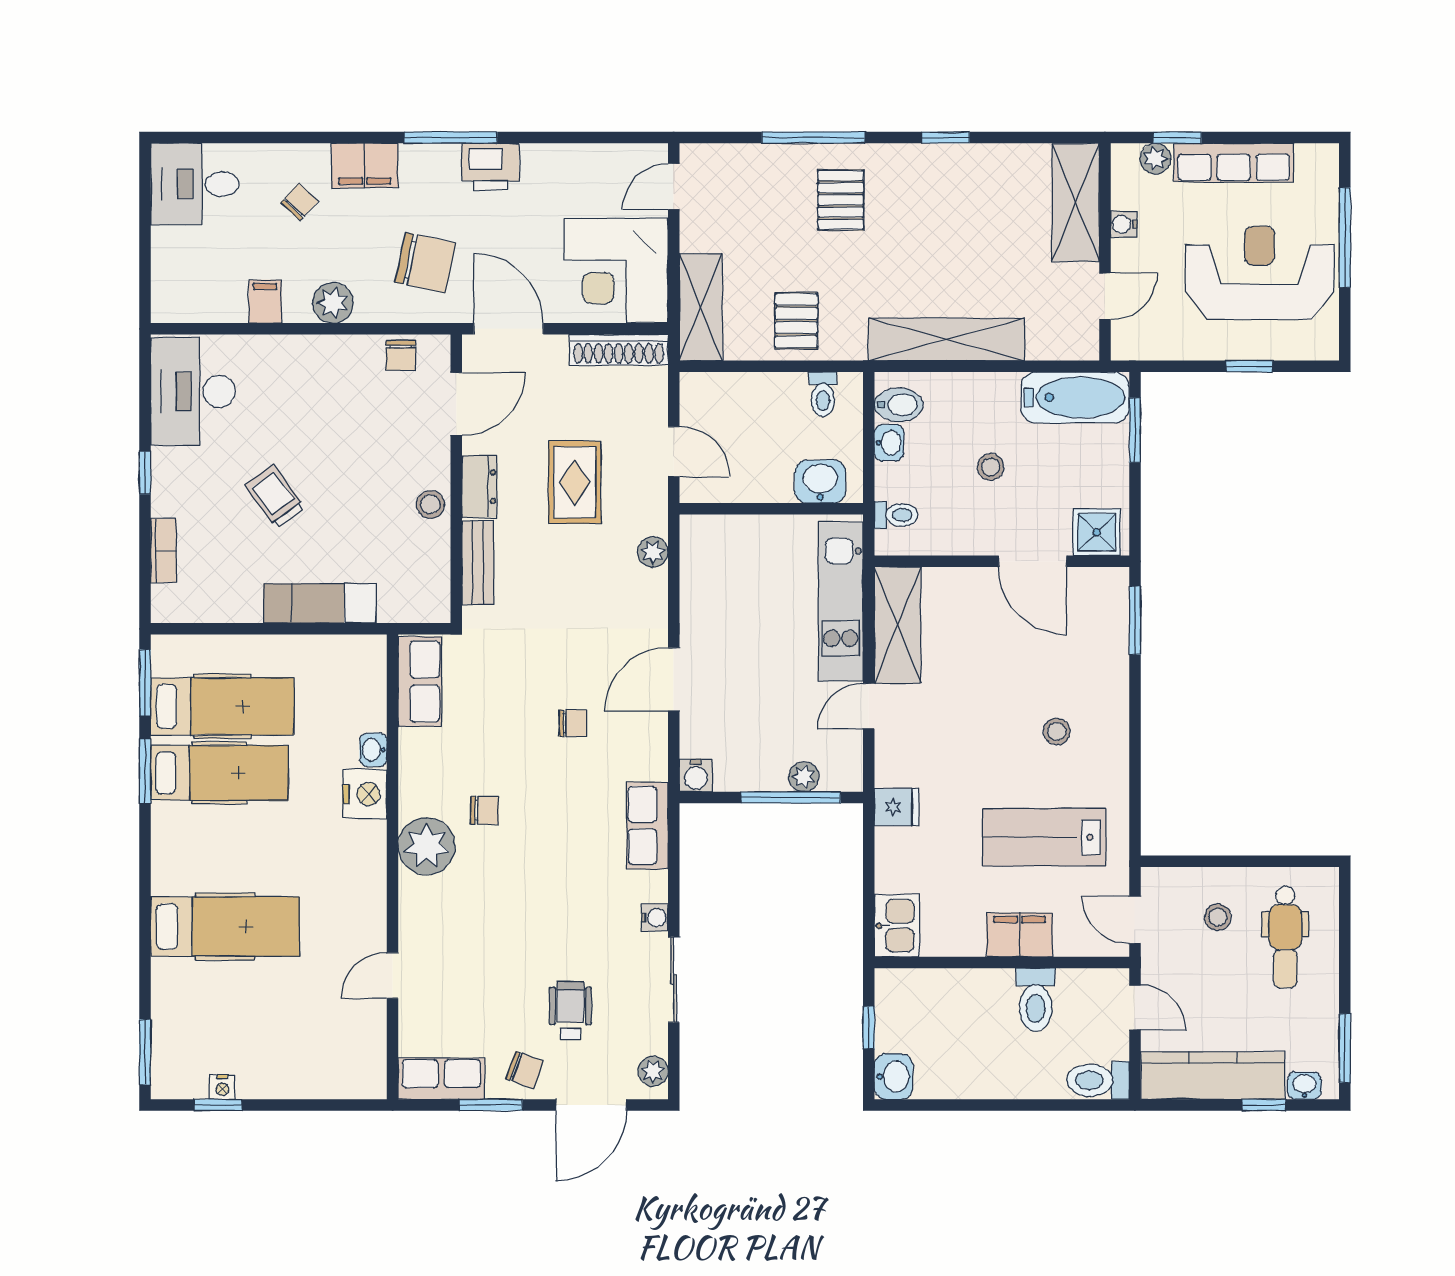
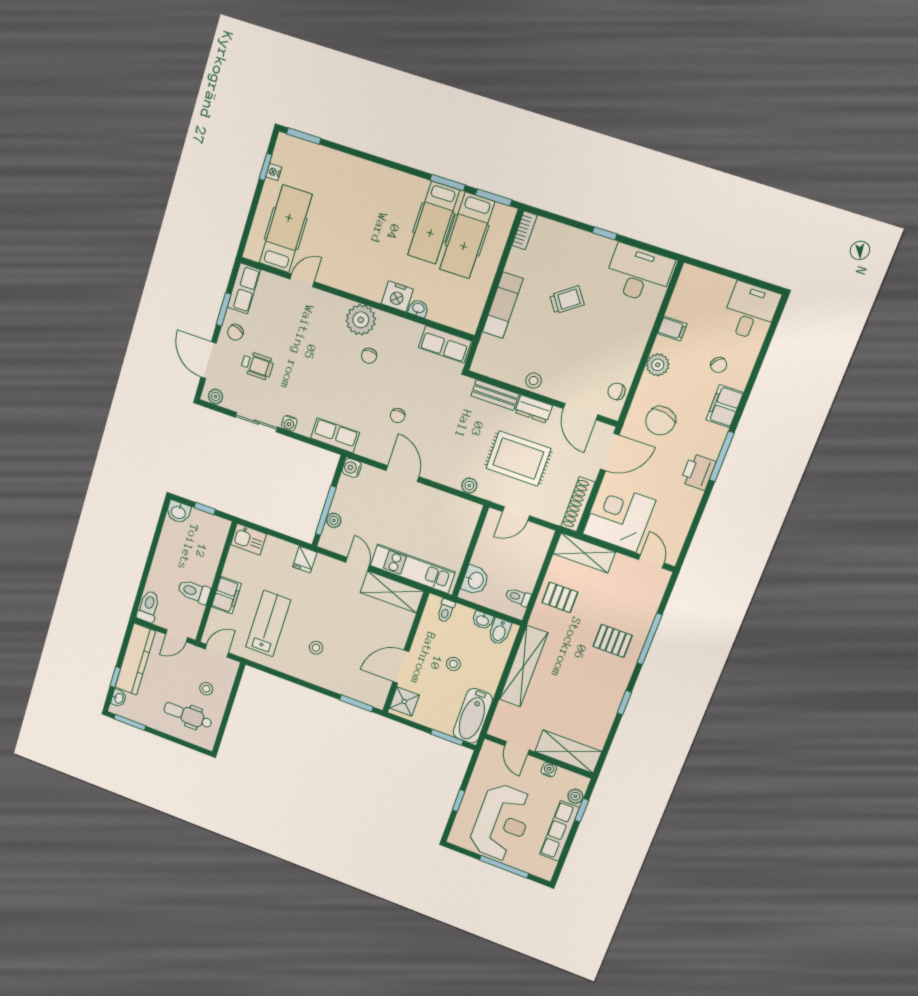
rug: (575, 482) -> (518, 458), width x1.36, depth x1.43
bookcase: (163, 551) -> (525, 230), moved, turned -90
hospital bed: (225, 927) -> (286, 229), moved, turned 180
door: (393, 975) -> (302, 280), hinge flipped

